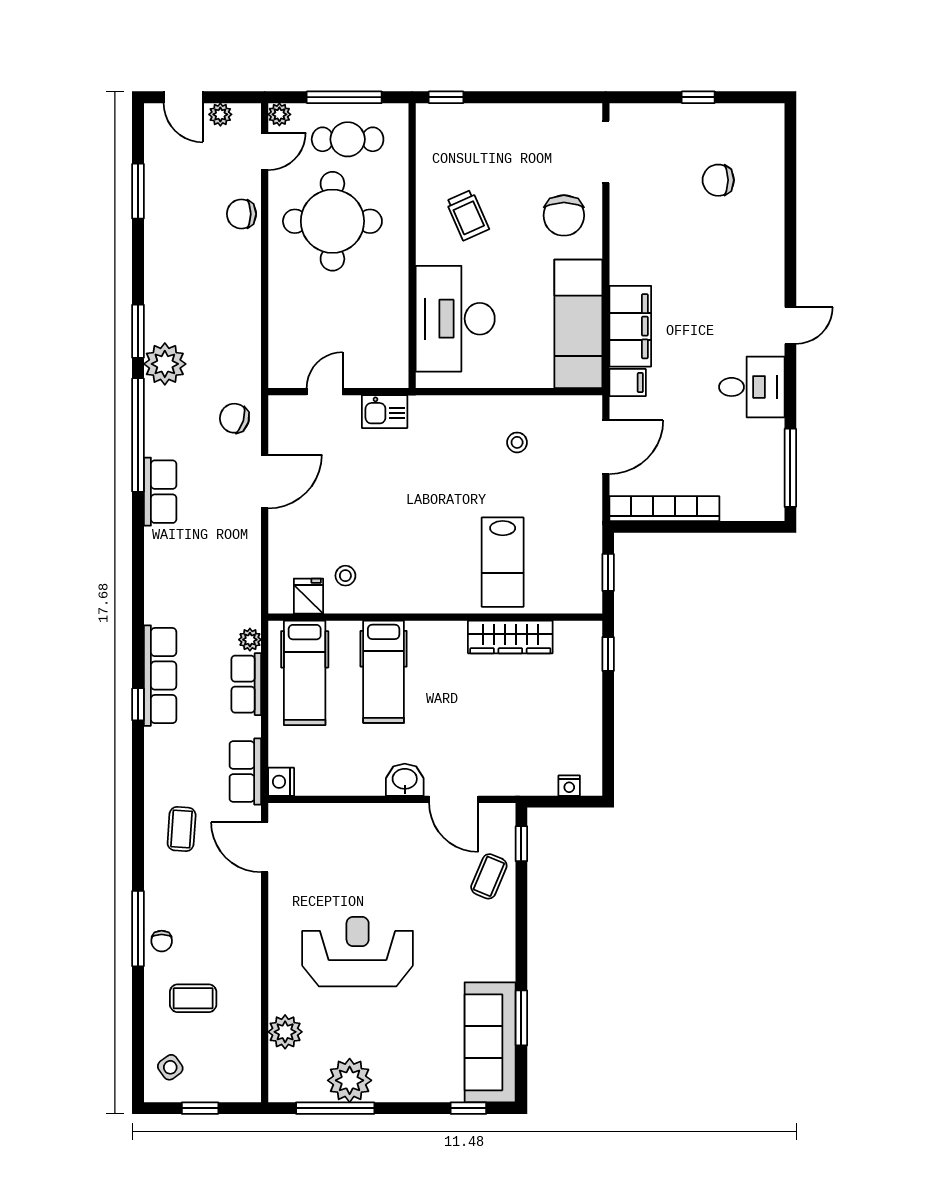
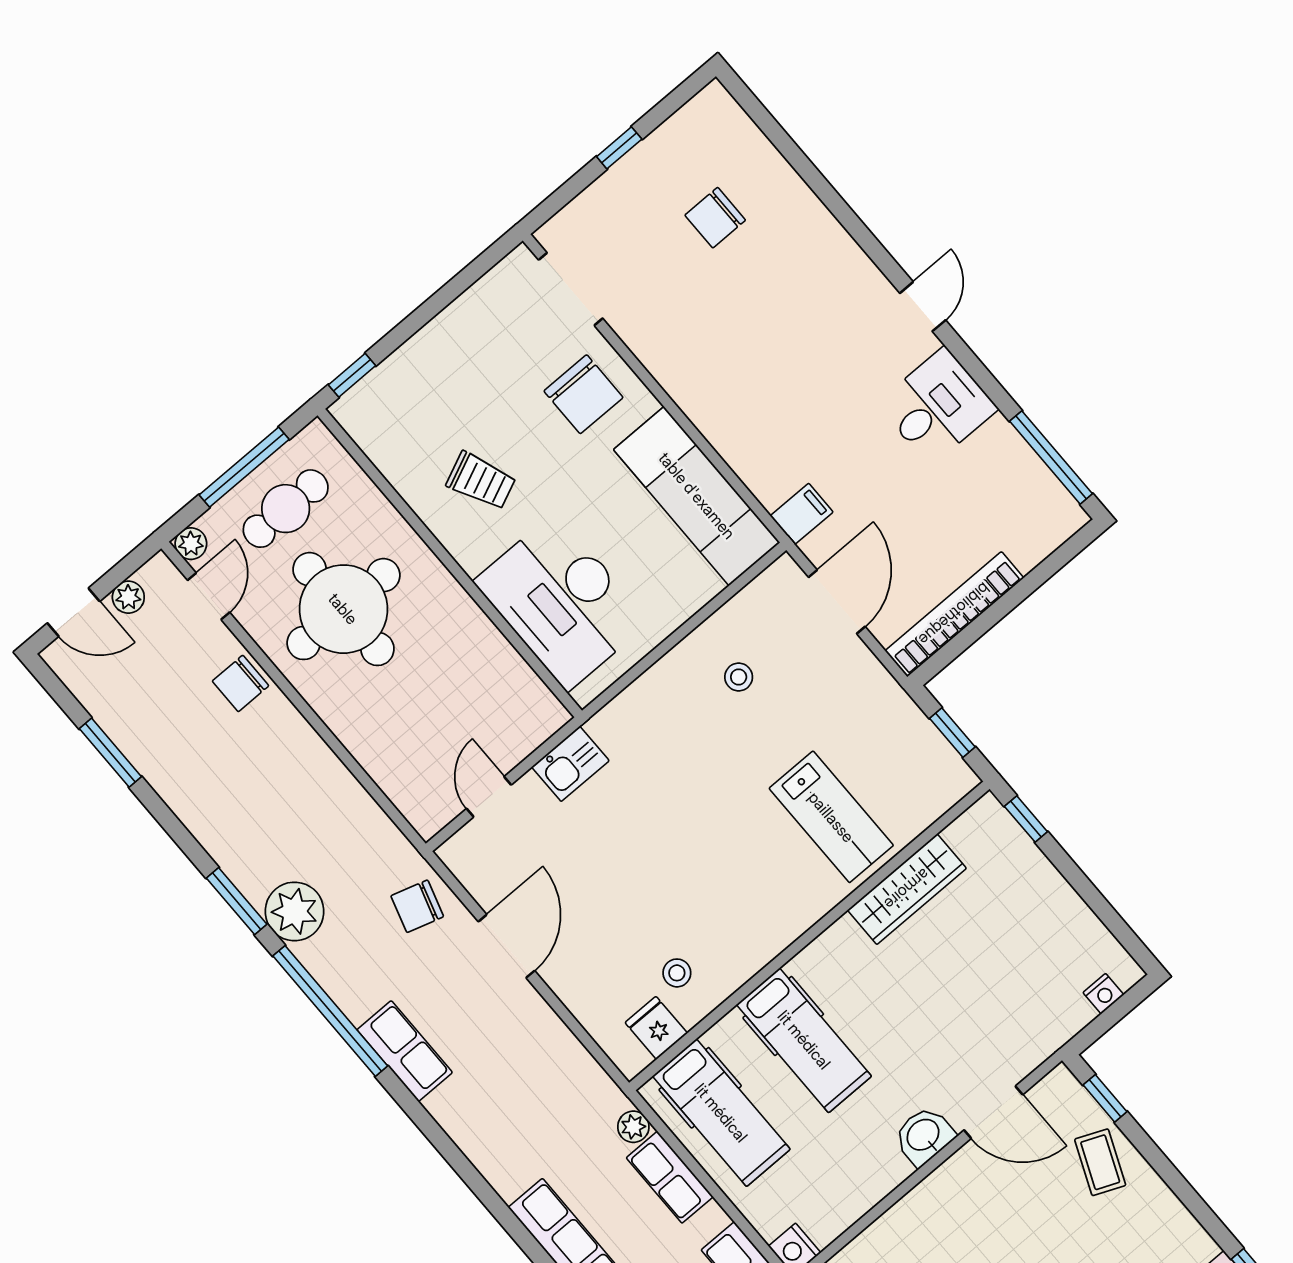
filing cabinet: (630, 326) -> (754, 452), removed

